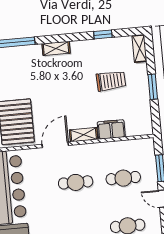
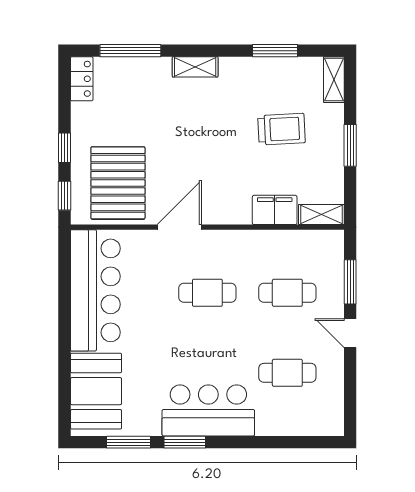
window: (103, 34) -> (275, 51), width x1.50
shelving: (84, 135) -> (321, 214), moved

